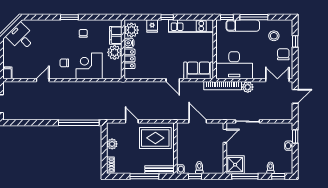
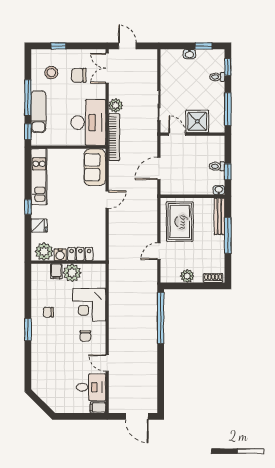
filing cabinet: (116, 35) -> (56, 271), width x0.50
desk: (21, 37) -> (91, 387), moved, turned -135
chair: (283, 54) -> (79, 75), moved
window: (295, 136) -> (204, 46), moved
shower: (235, 165) -> (197, 121), moved

